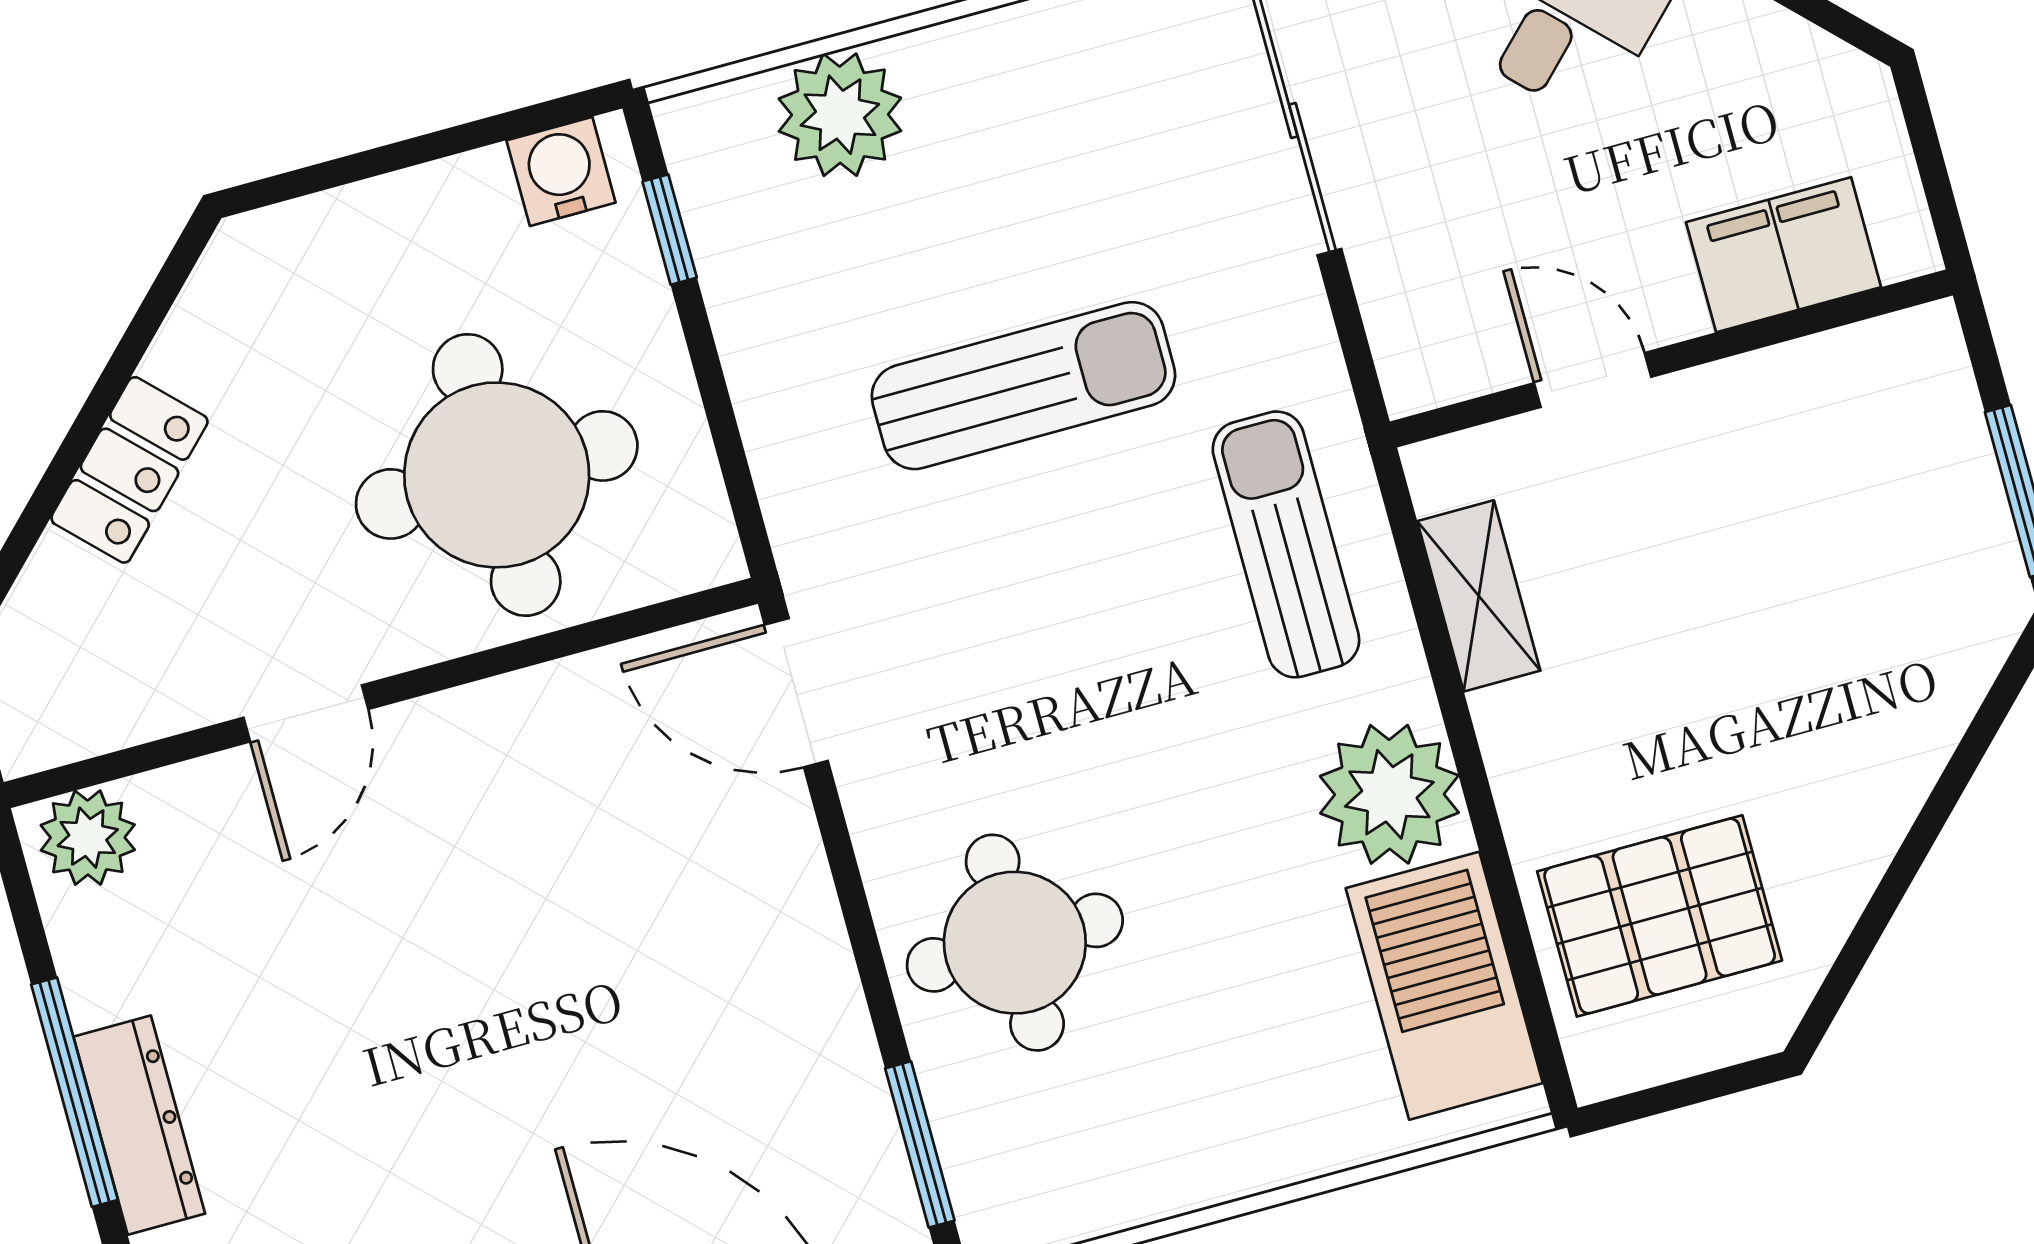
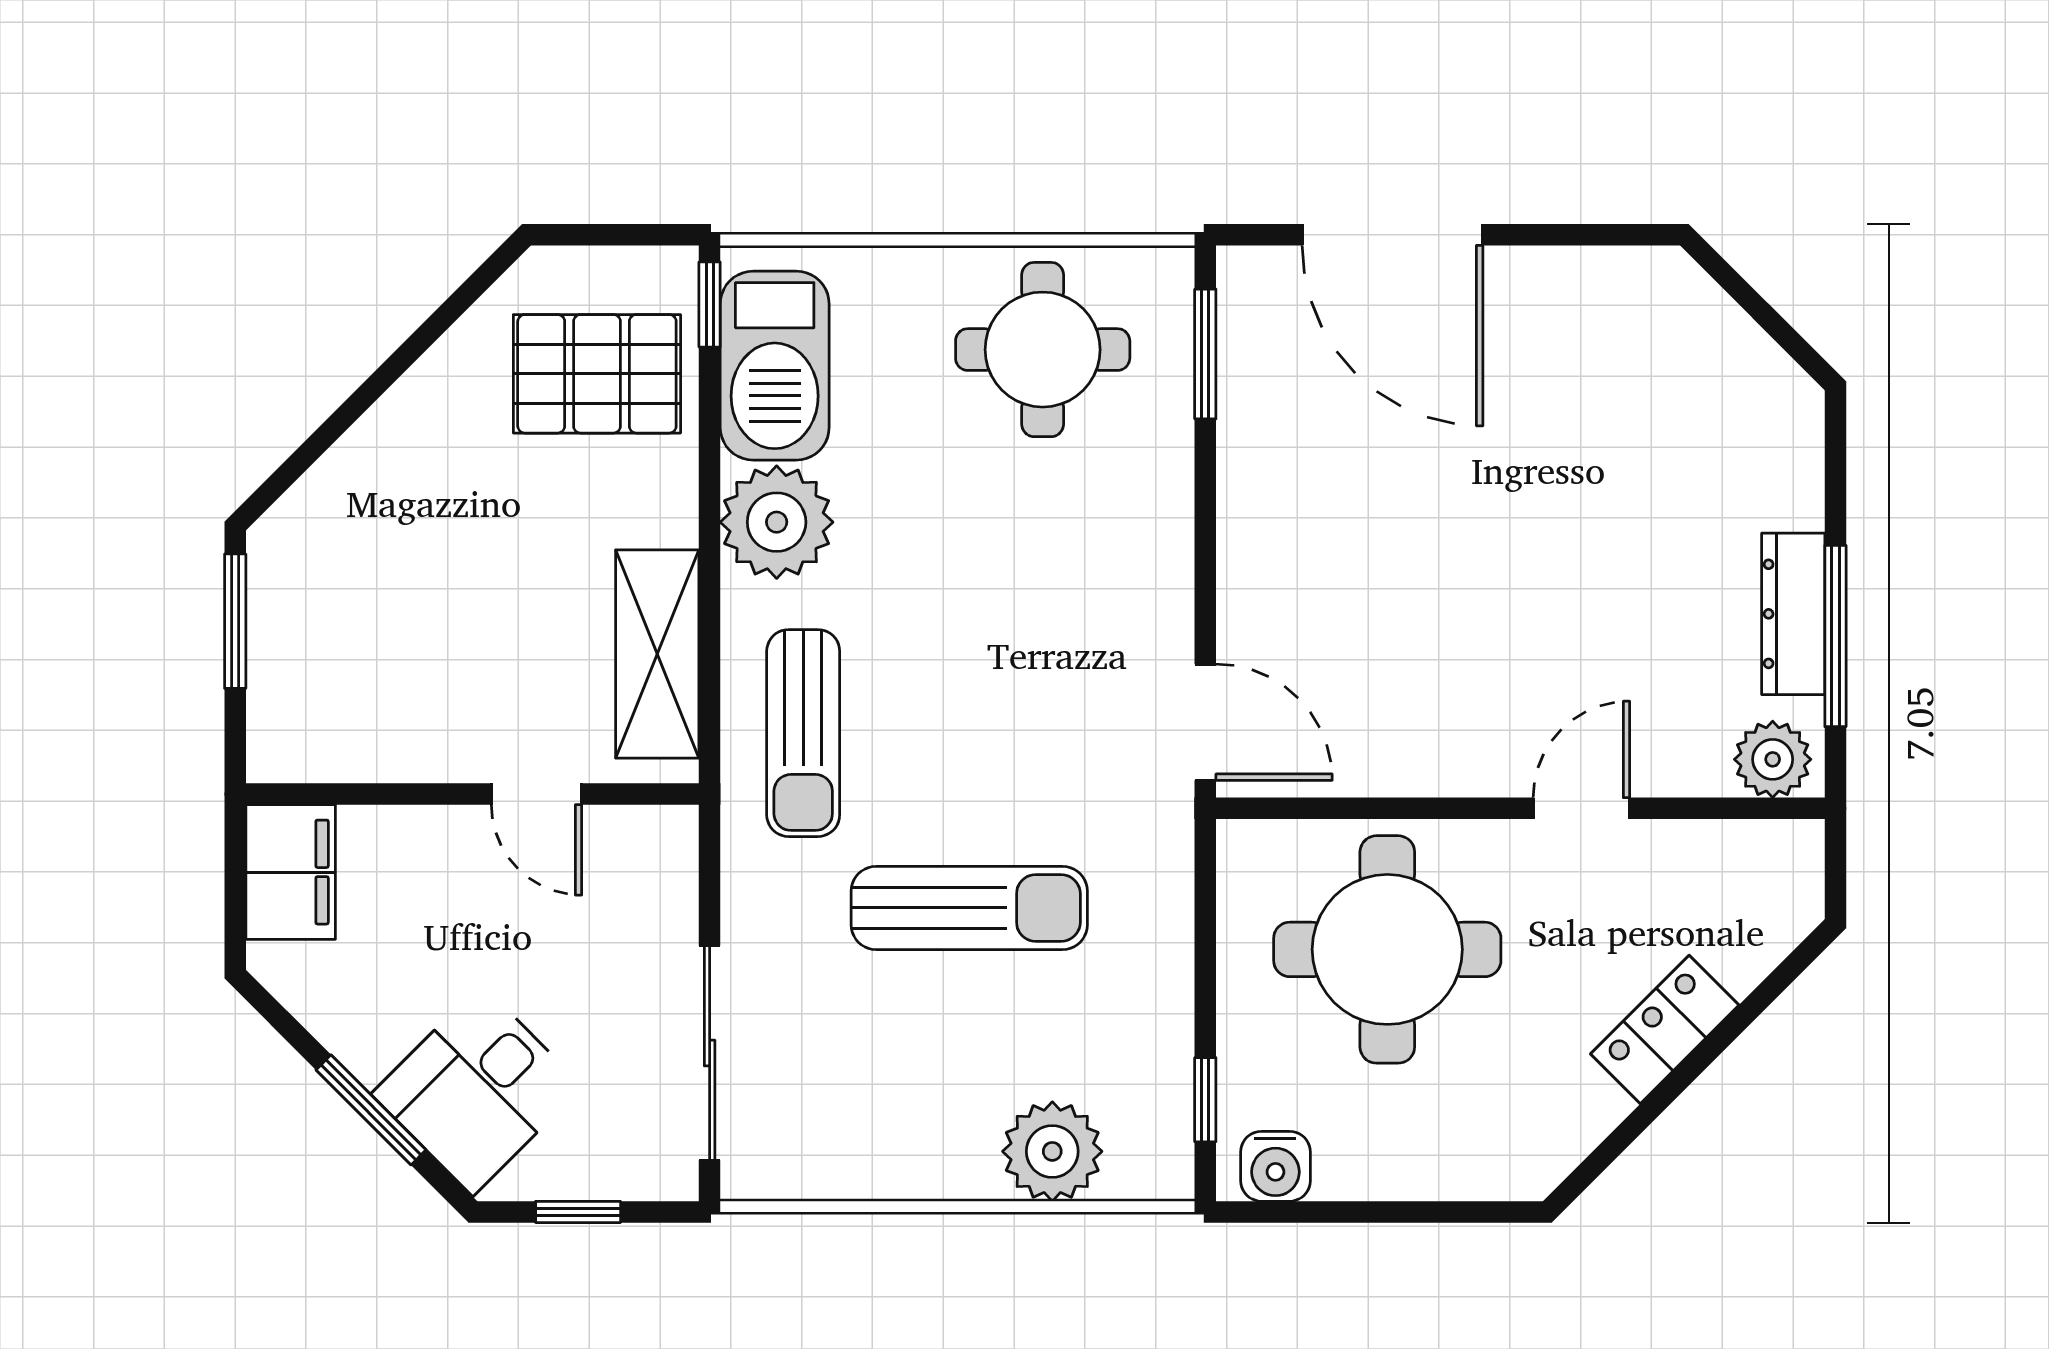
filing cabinet: (1784, 255) -> (291, 872), moved, turned -90
sun lounger: (1023, 386) -> (969, 908), turned 180
shelving: (1479, 596) -> (657, 654), width x1.50, depth x1.33
round table: (1015, 943) -> (1043, 350), moved
window: (1545, 1039) -> (710, 304), added
window: (74, 1092) -> (1835, 636), moved
dresser: (139, 1125) -> (1793, 614), moved

